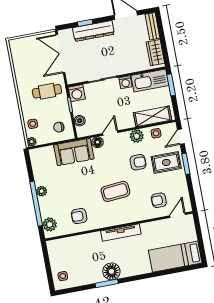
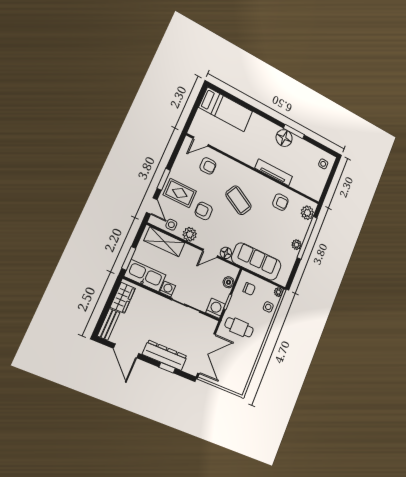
door: (181, 137) -> (152, 206), hinge flipped
sofa: (74, 152) -> (256, 262), width x1.36
coffee table: (115, 191) -> (238, 200), turned 34
tv unit: (121, 232) -> (274, 172), moved

